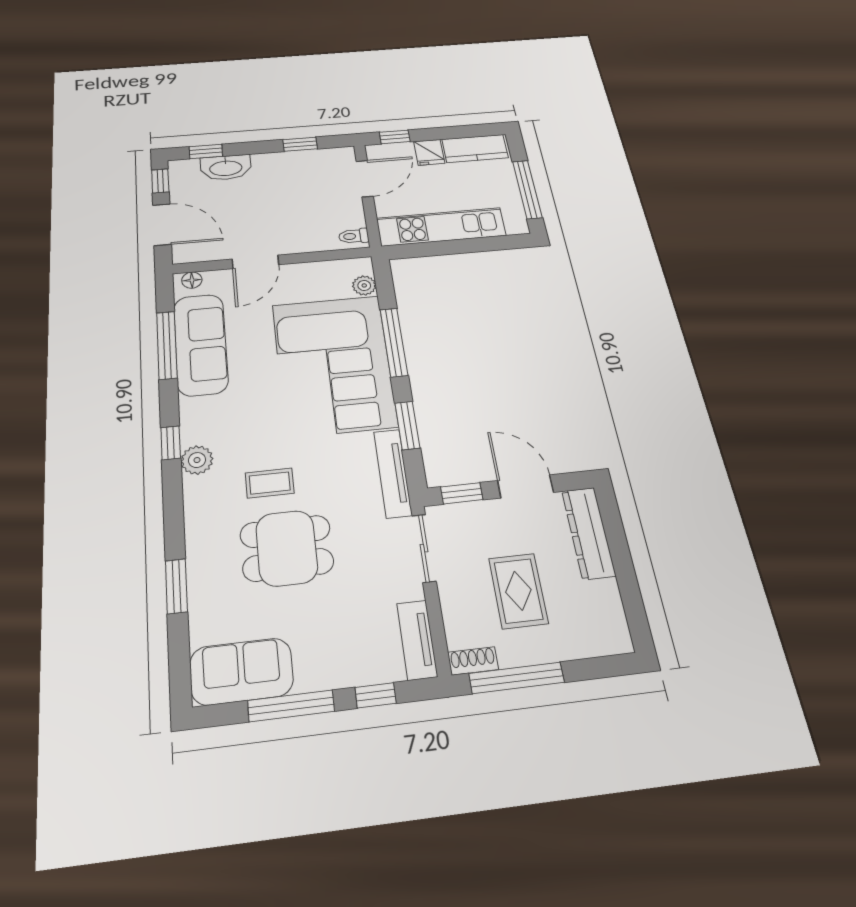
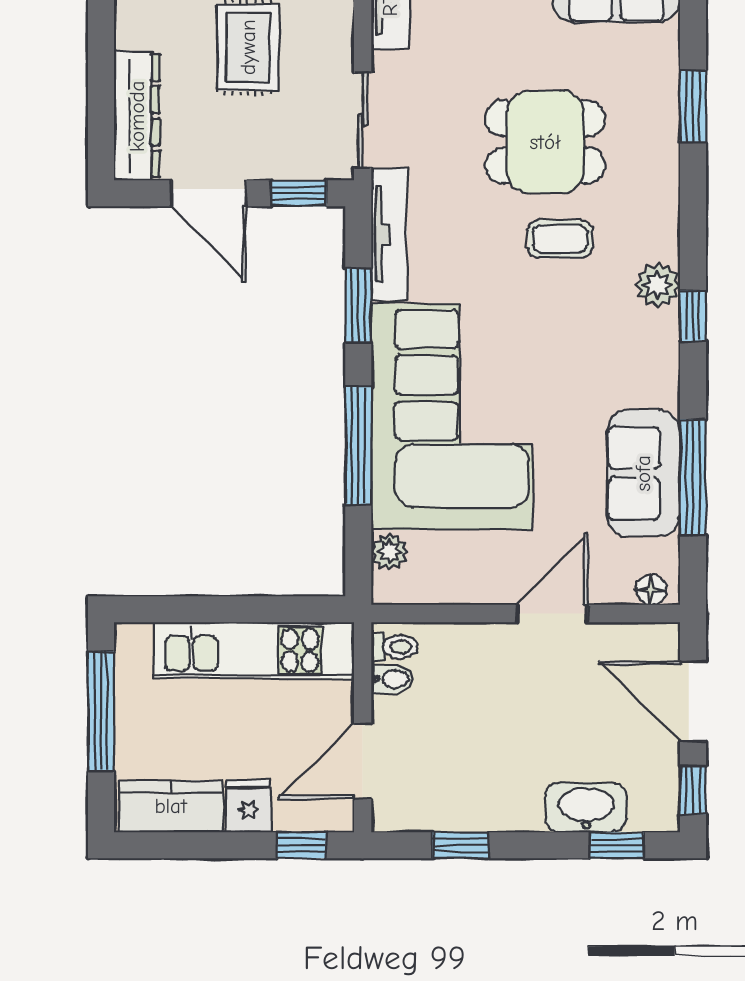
bidet: (353, 220) -> (392, 679), added
sofa: (201, 344) -> (643, 473), width x0.73

